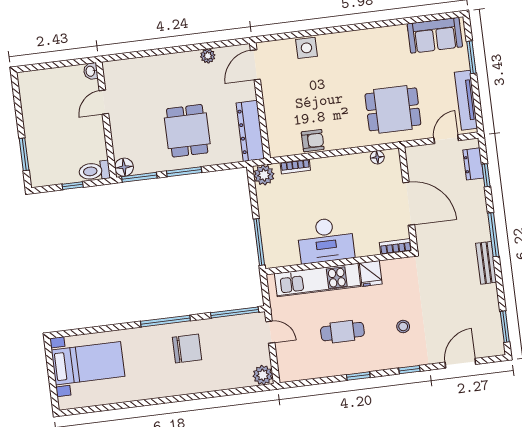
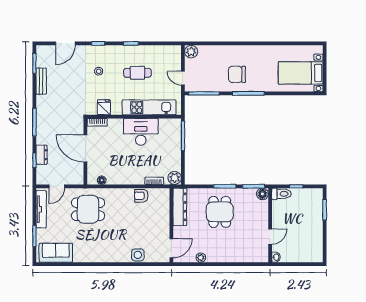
dresser: (473, 164) -> (42, 155), moved
bench: (486, 263) -> (41, 81), moved
fridge: (371, 274) -> (104, 107), moved

